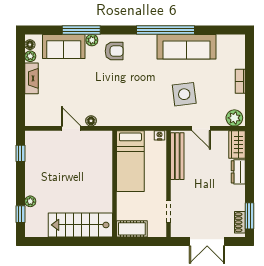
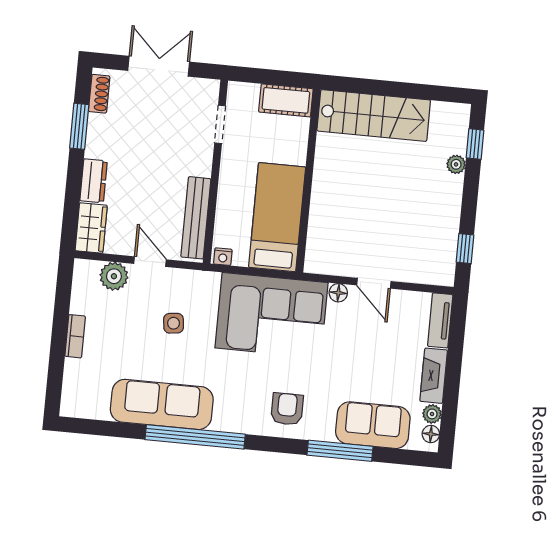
plant: (92, 40) -> (323, 431), removed
armchair: (114, 51) -> (287, 409), turned 90
side table: (184, 94) -> (174, 323), width x0.54, depth x0.54
corner sofa: (128, 104) -> (271, 315), added
tv unit: (31, 111) -> (440, 320), added
plant: (234, 118) -> (114, 276), moved
window: (249, 216) -> (79, 126), moved

